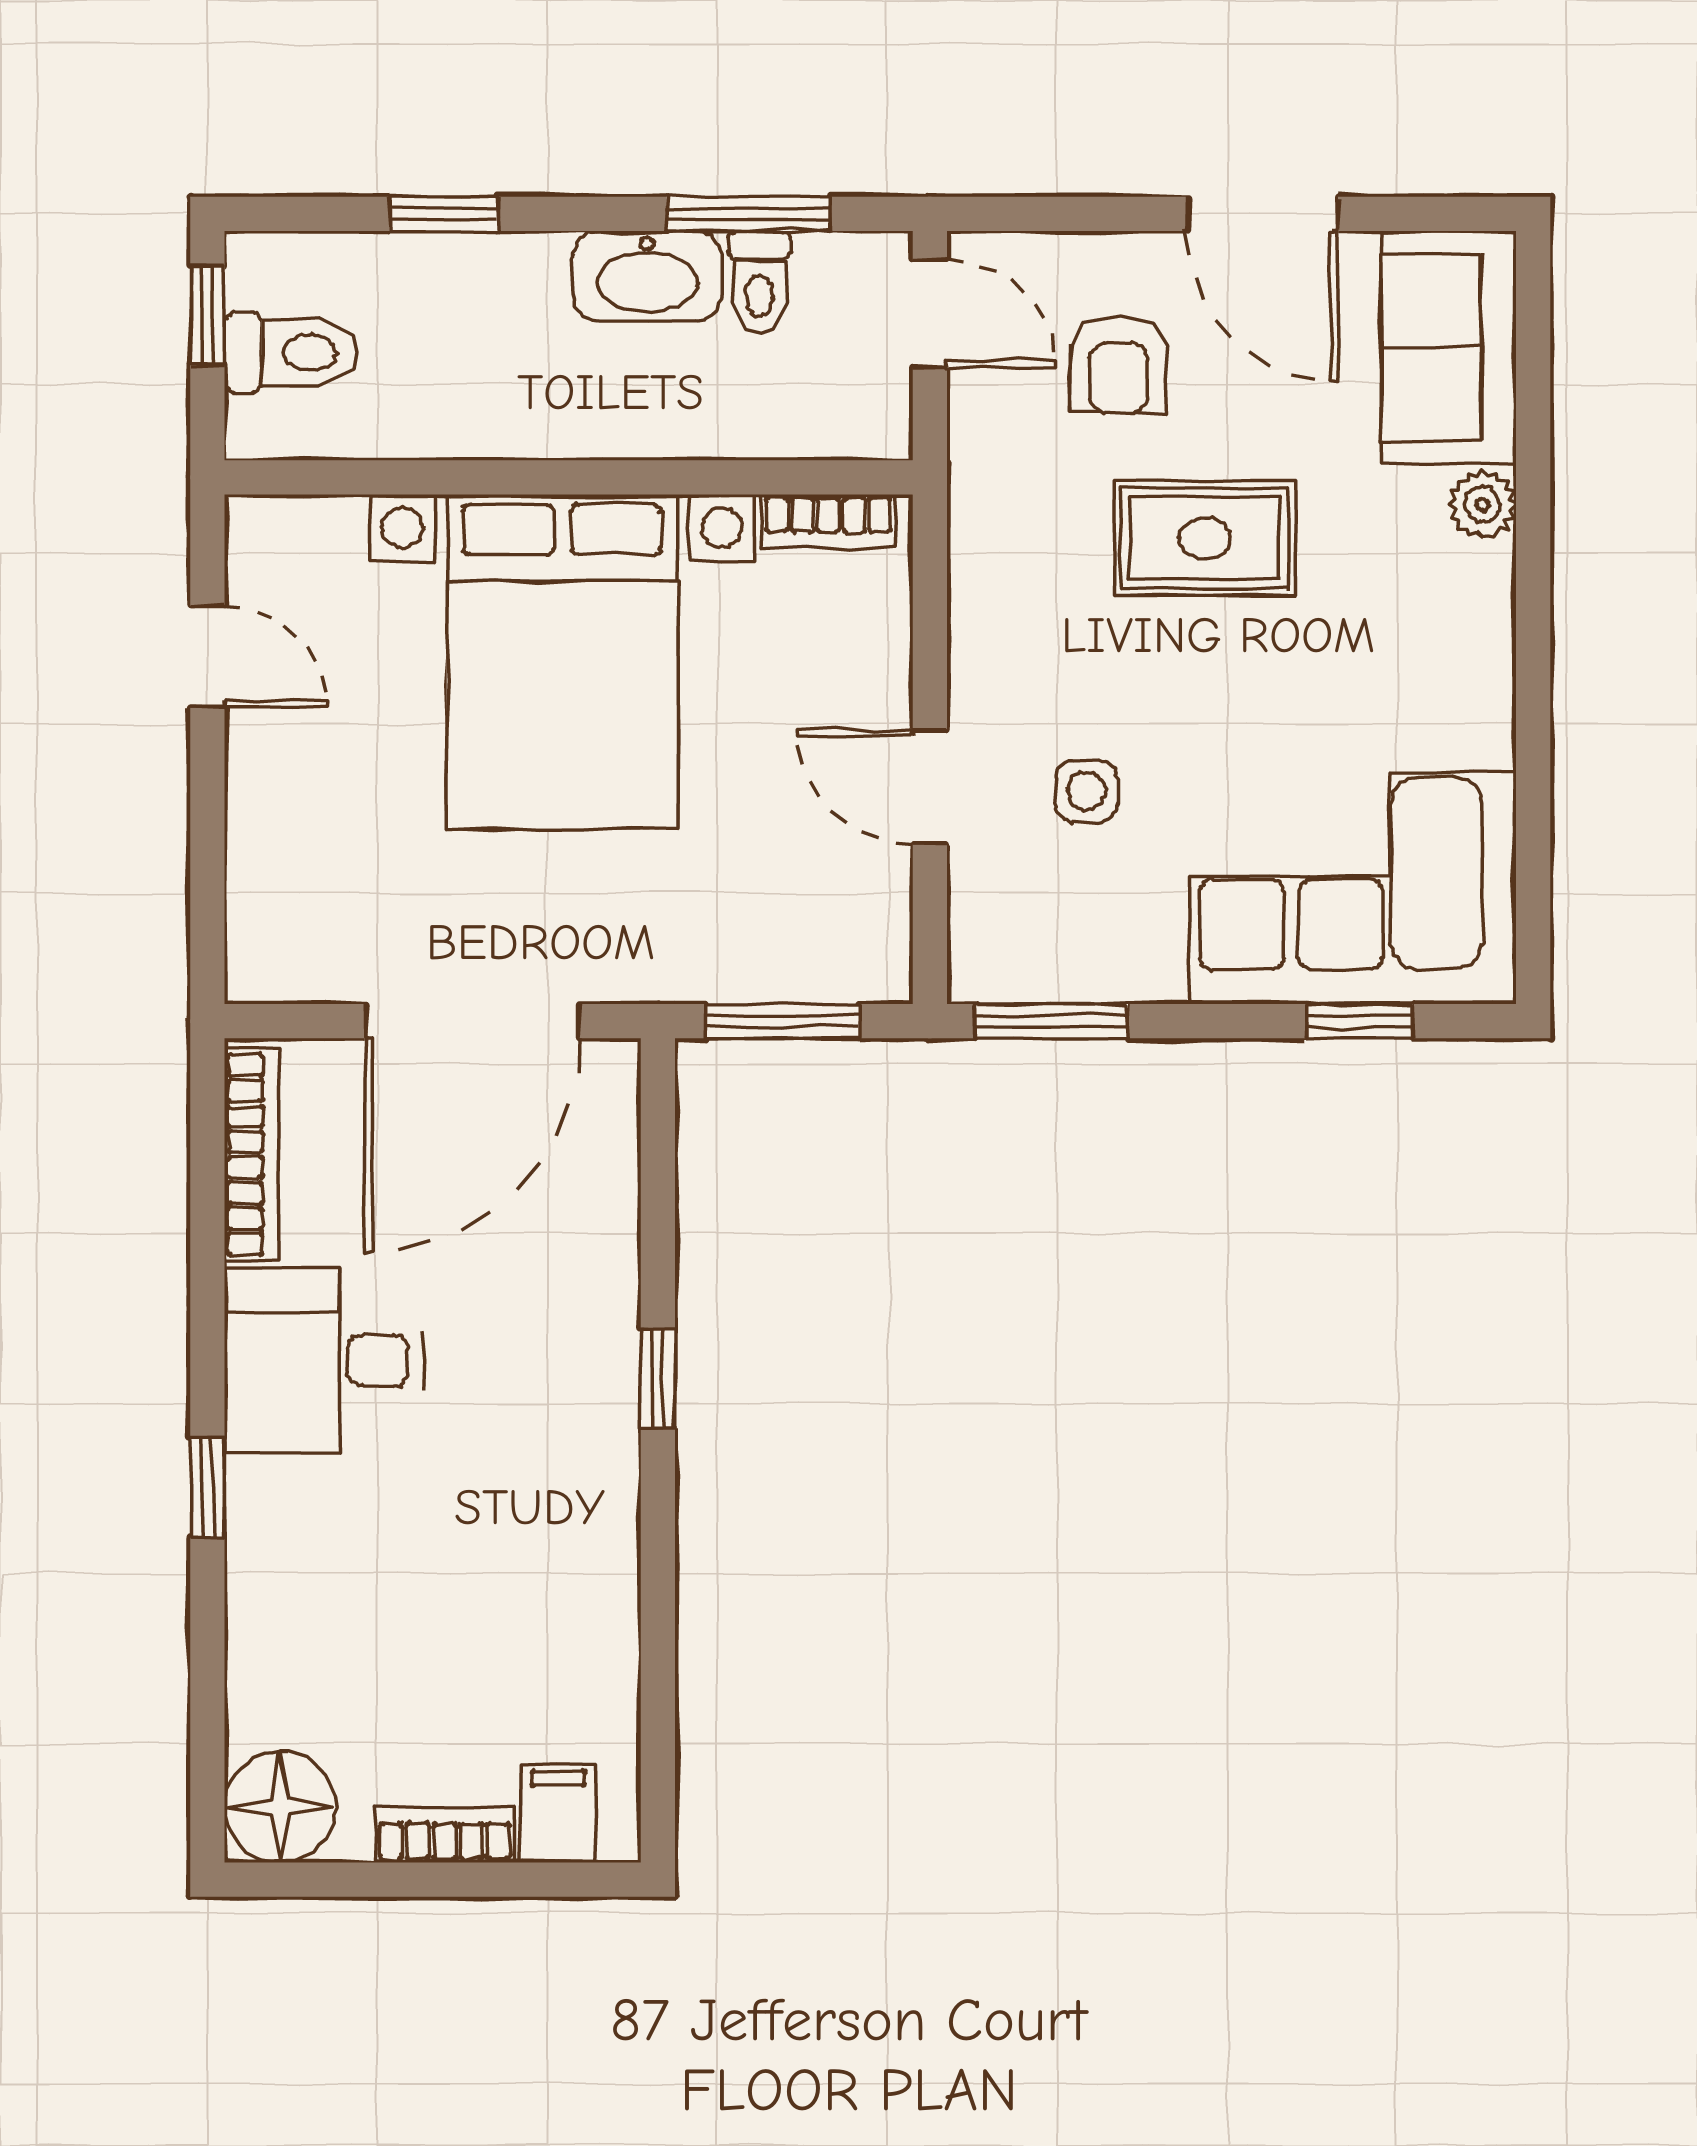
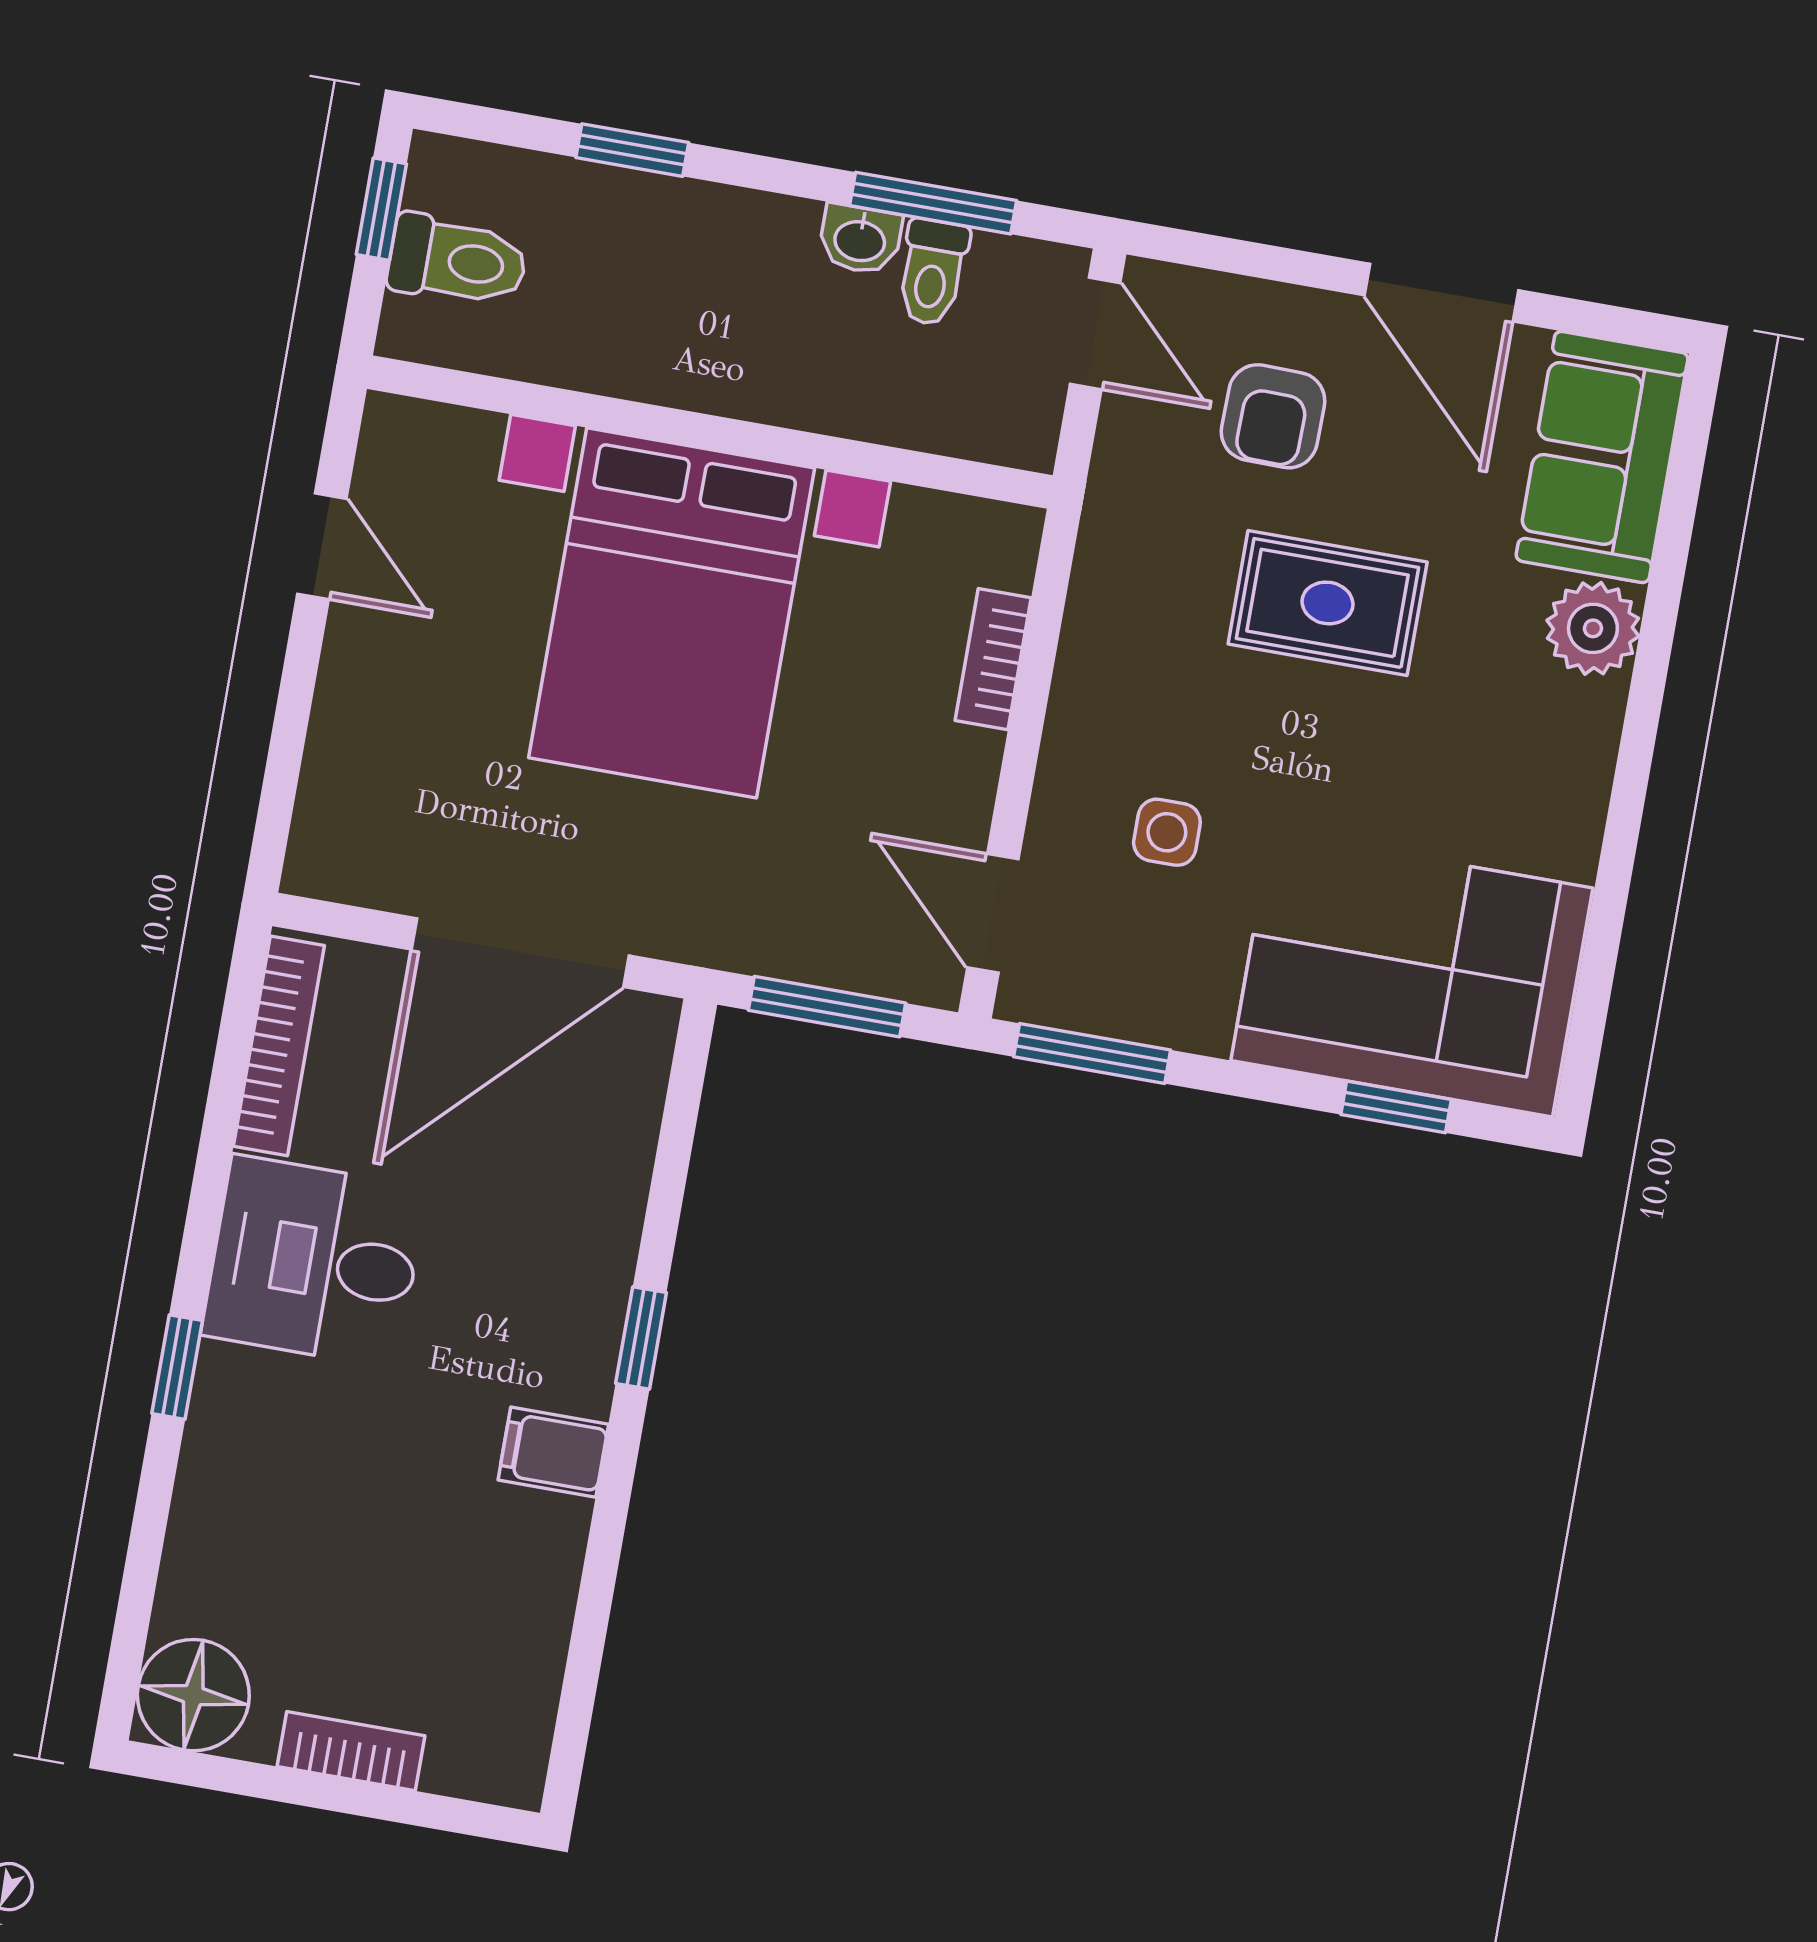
washbasin: (647, 276) -> (860, 239), width x0.52, depth x0.69
plant: (1482, 505) -> (1593, 628), width x1.38, depth x1.38
bookcase: (828, 521) -> (993, 659), moved, turned 90
door: (930, 787) -> (993, 913), moved
filing cabinet: (558, 1813) -> (553, 1452), moved, turned -90

